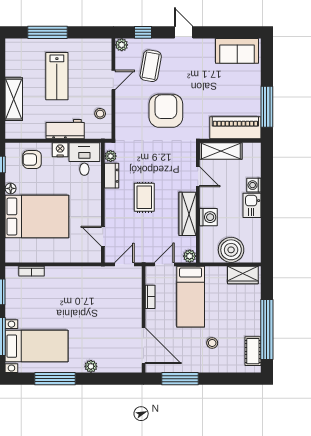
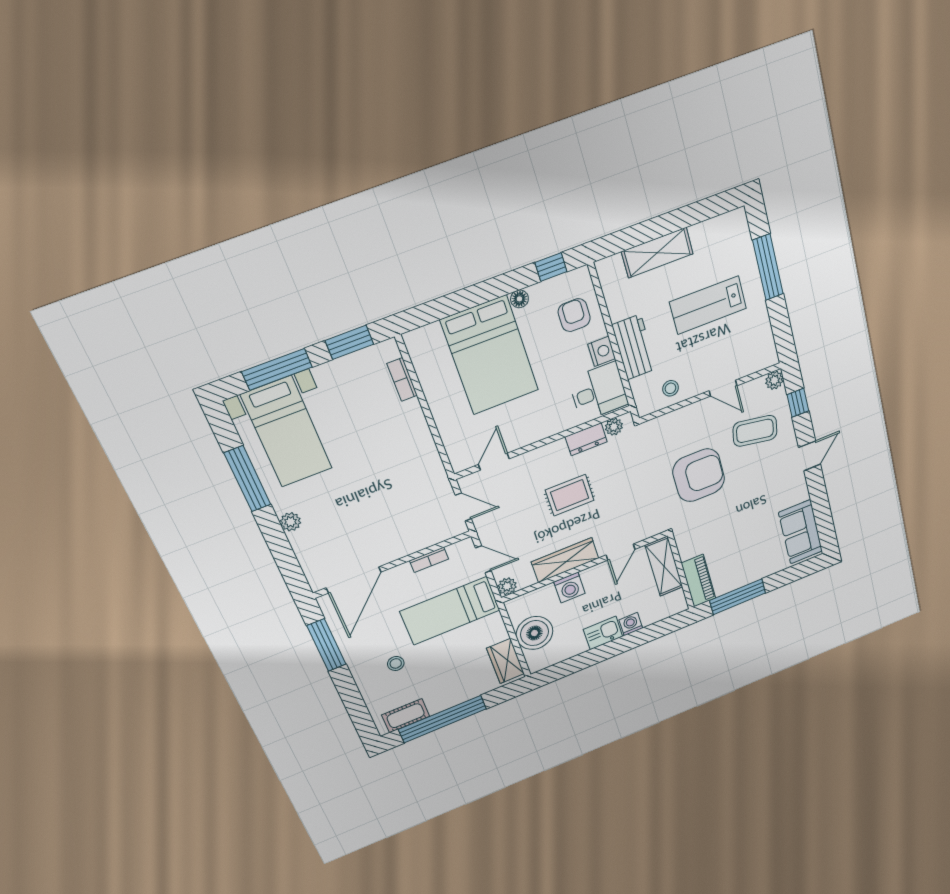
piano: (235, 128) -> (699, 581), width x0.73, depth x0.75

